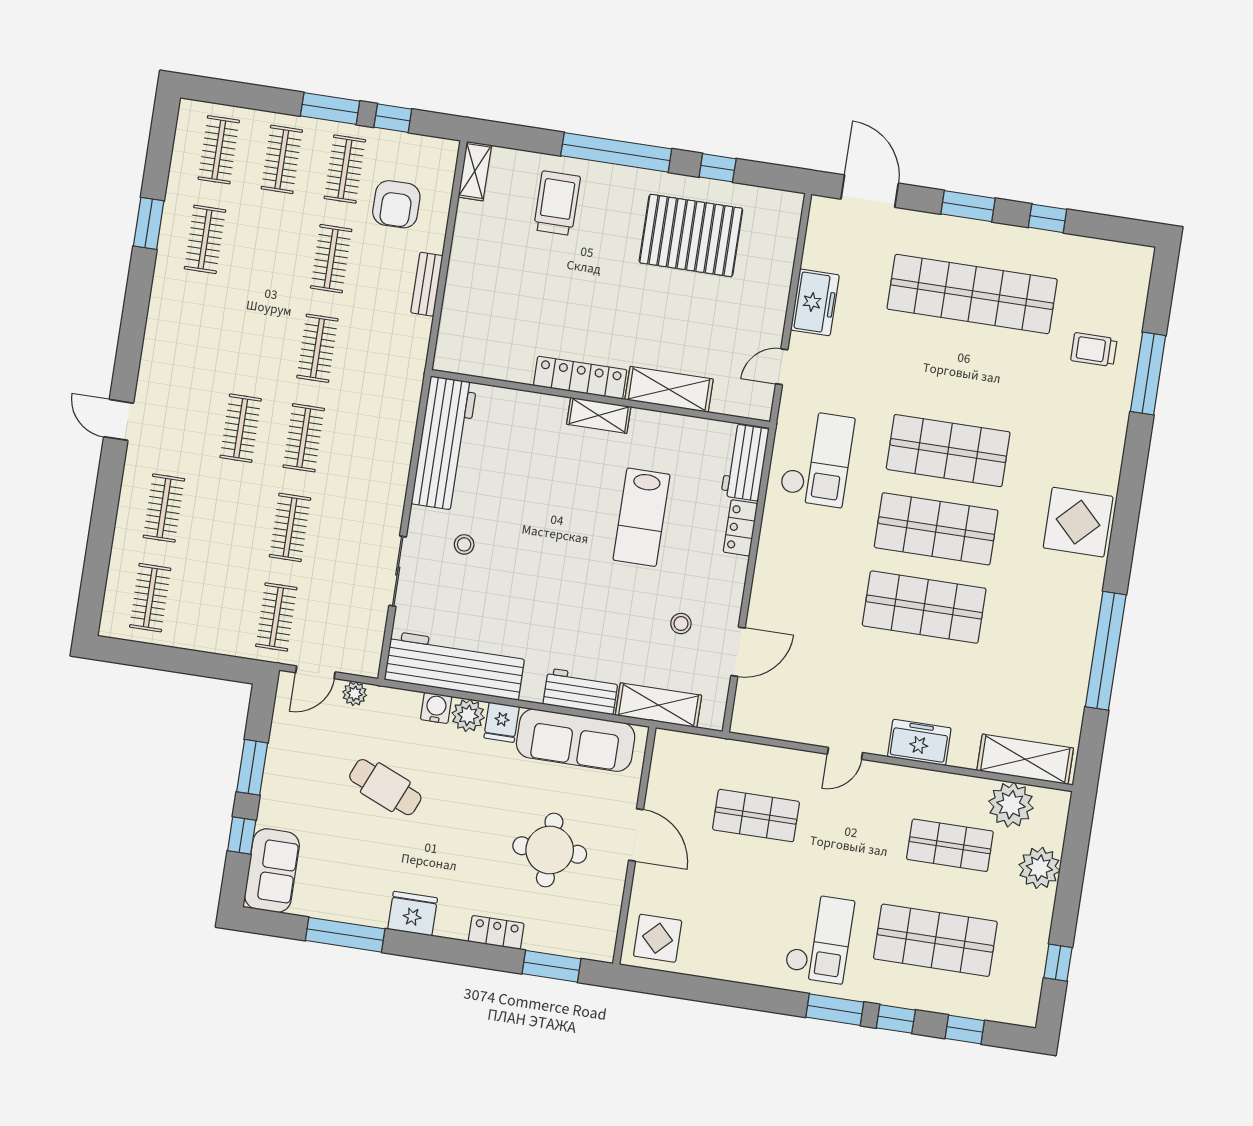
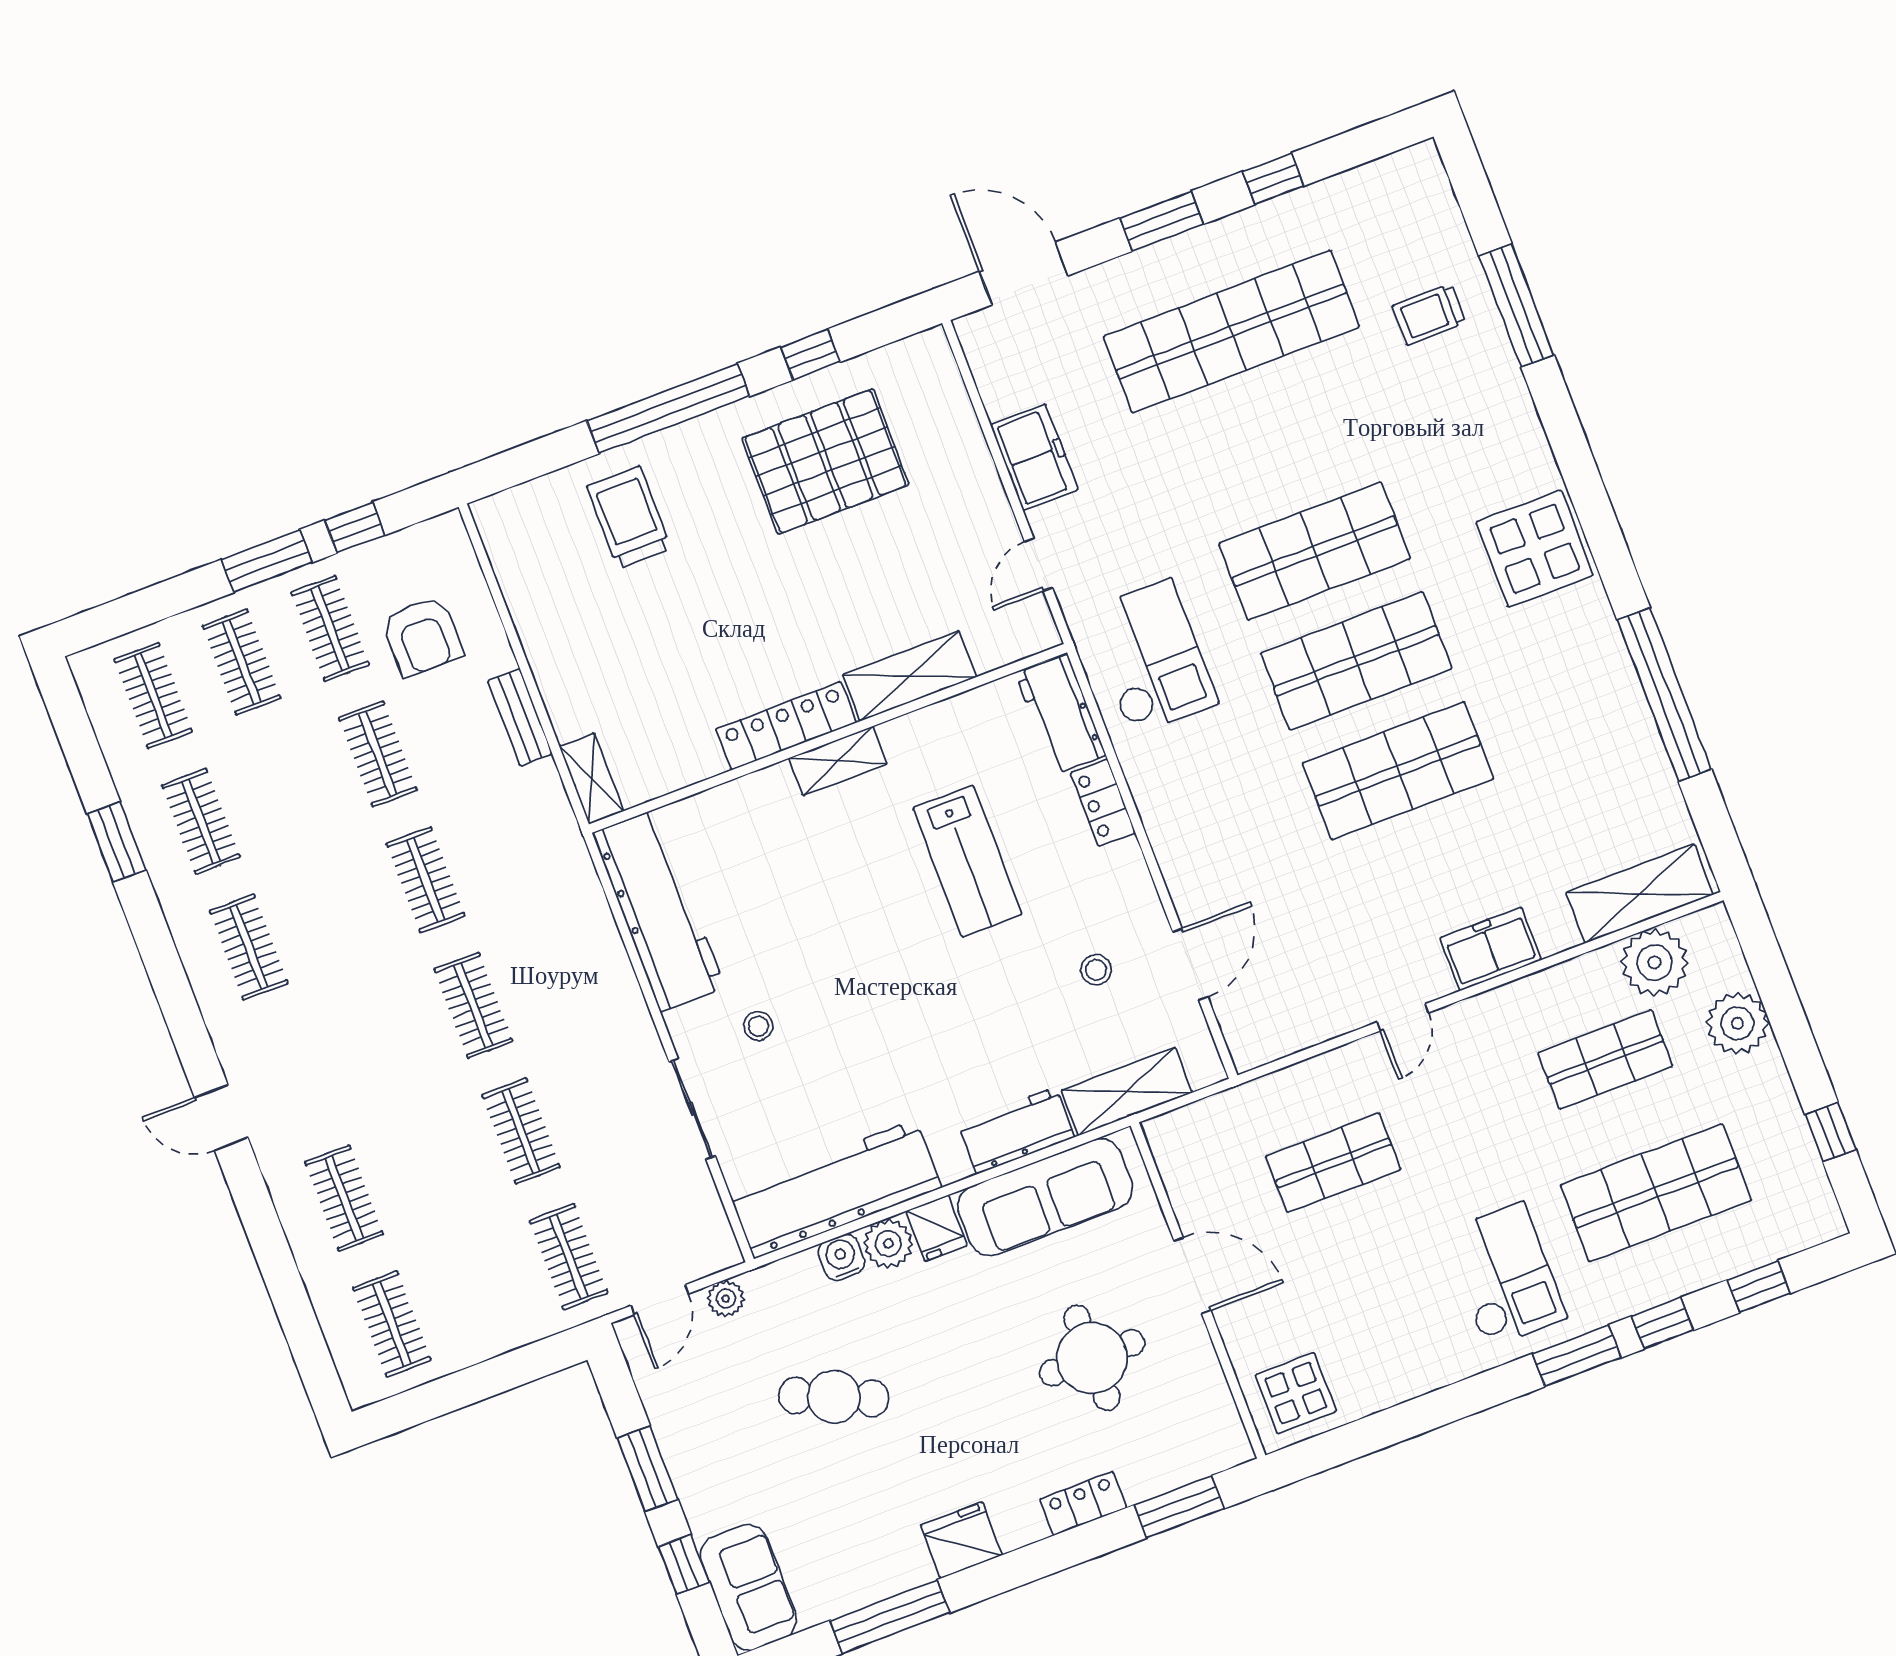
shelving: (475, 171) -> (591, 779), moved
clothes rail: (241, 428) -> (249, 947), moved

